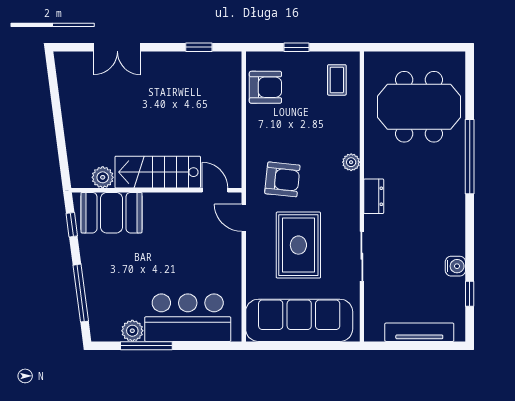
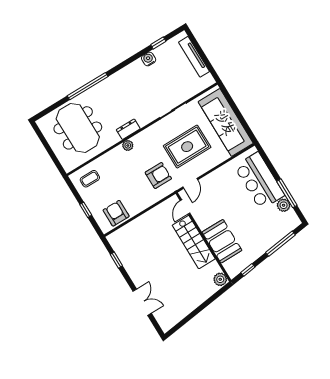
plant: (103, 177) -> (220, 279), moved
armchair: (282, 179) -> (158, 176), turned 84
dresser: (374, 196) -> (128, 129), moved
booth: (111, 213) -> (222, 241), moved

